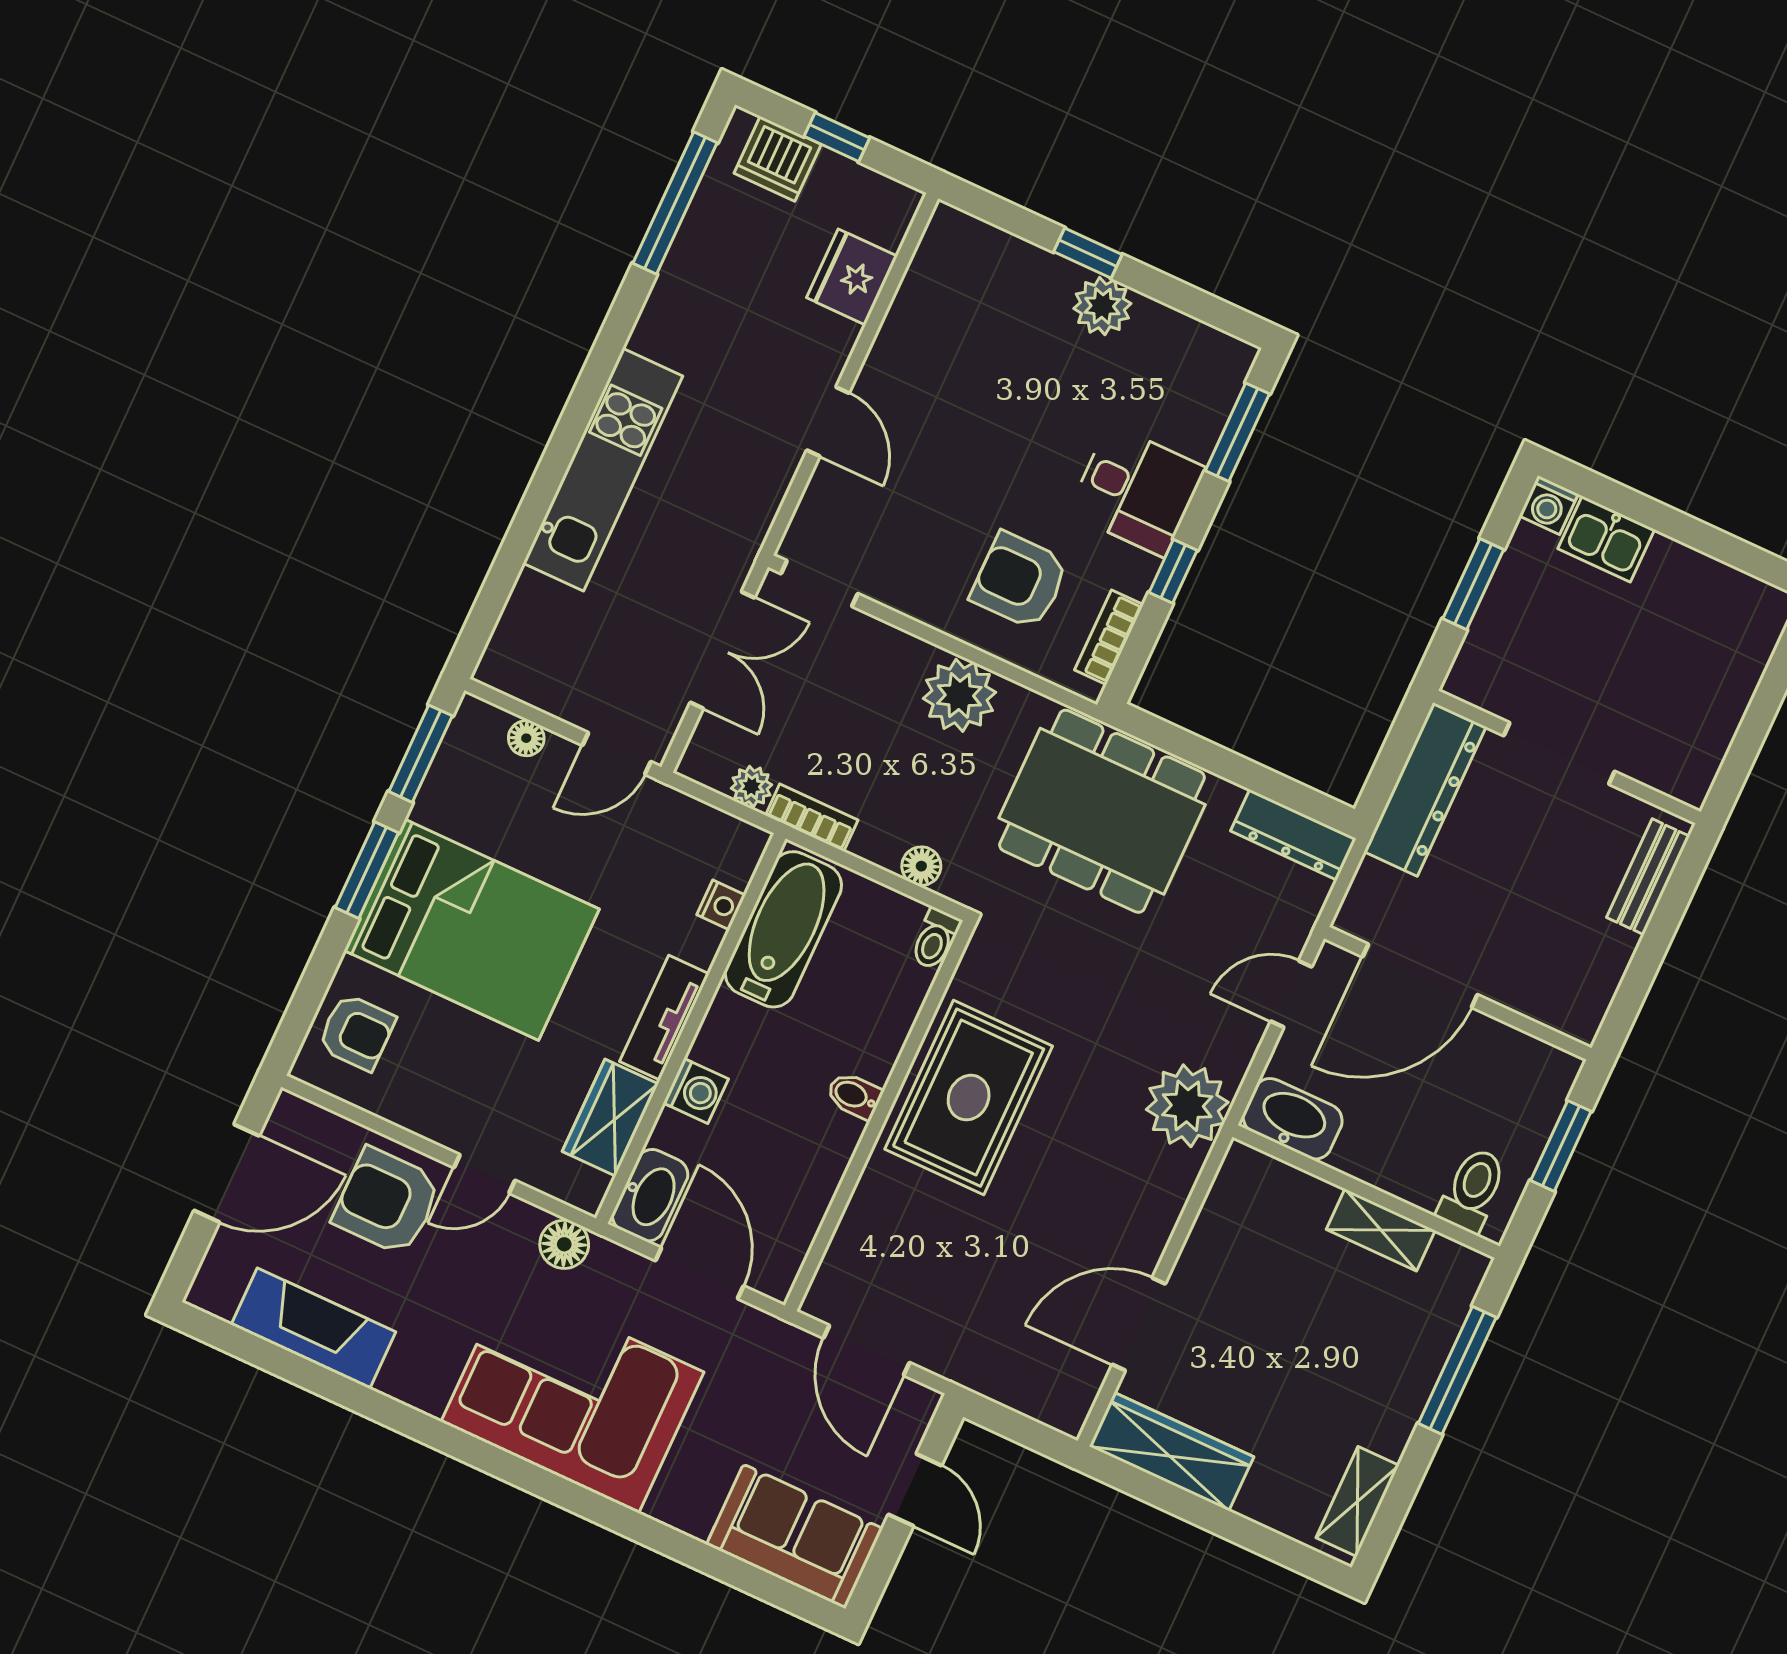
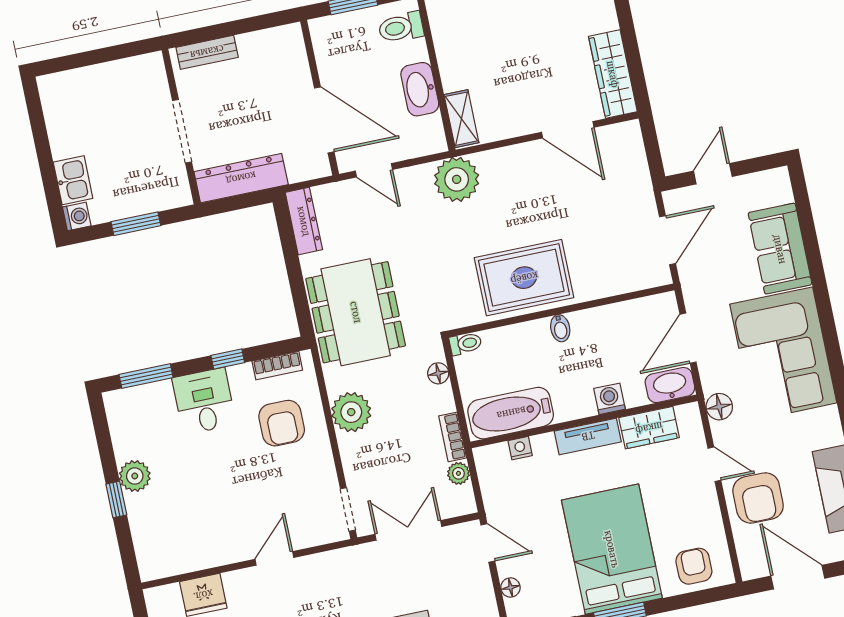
washbasin: (1293, 1119) -> (420, 89), moved
shelving: (1381, 1230) -> (461, 119), moved
sofa: (794, 1536) -> (780, 249), moved

